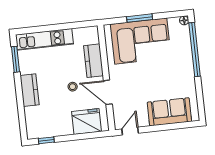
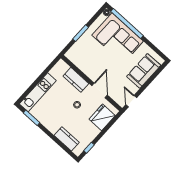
corner sofa: (141, 41) -> (118, 38), moved, turned 90
kitchen counter: (30, 90) -> (67, 139), moved
door: (108, 92) -> (100, 90), swing flipped

